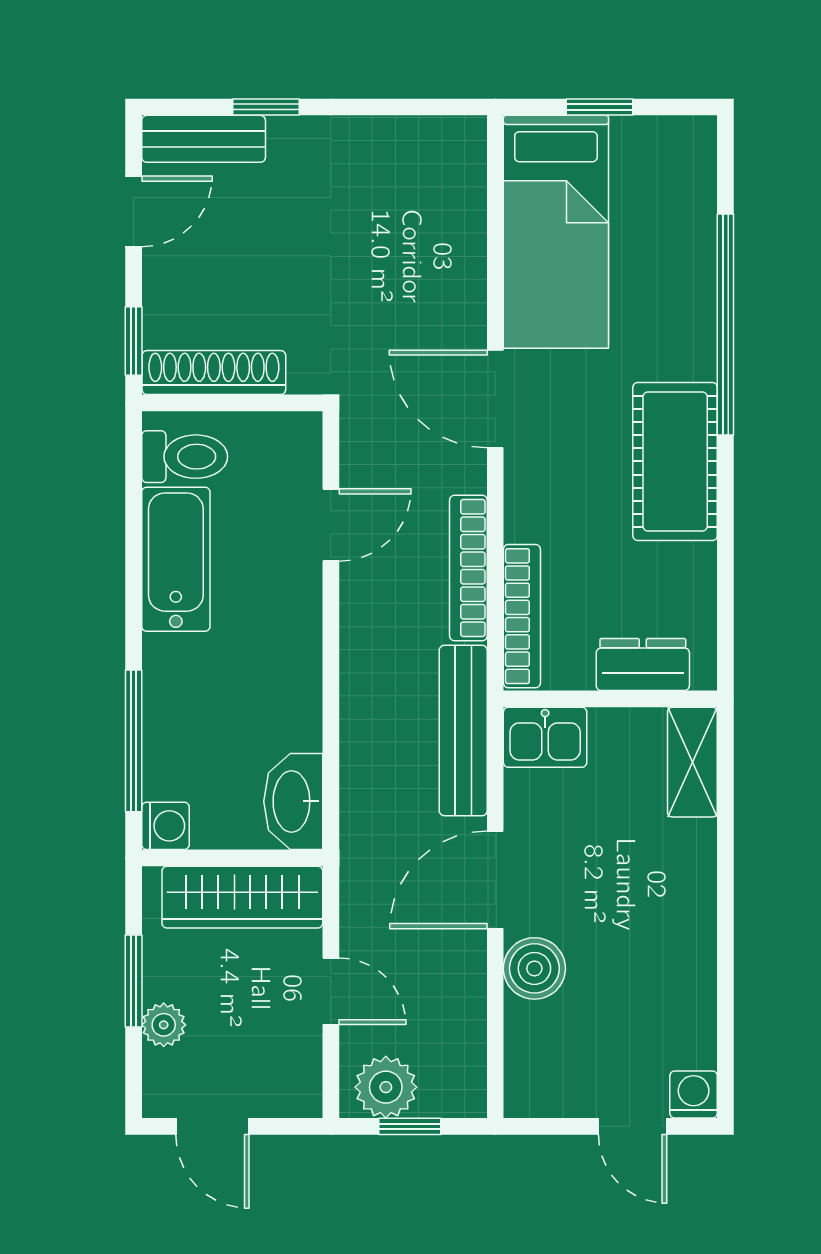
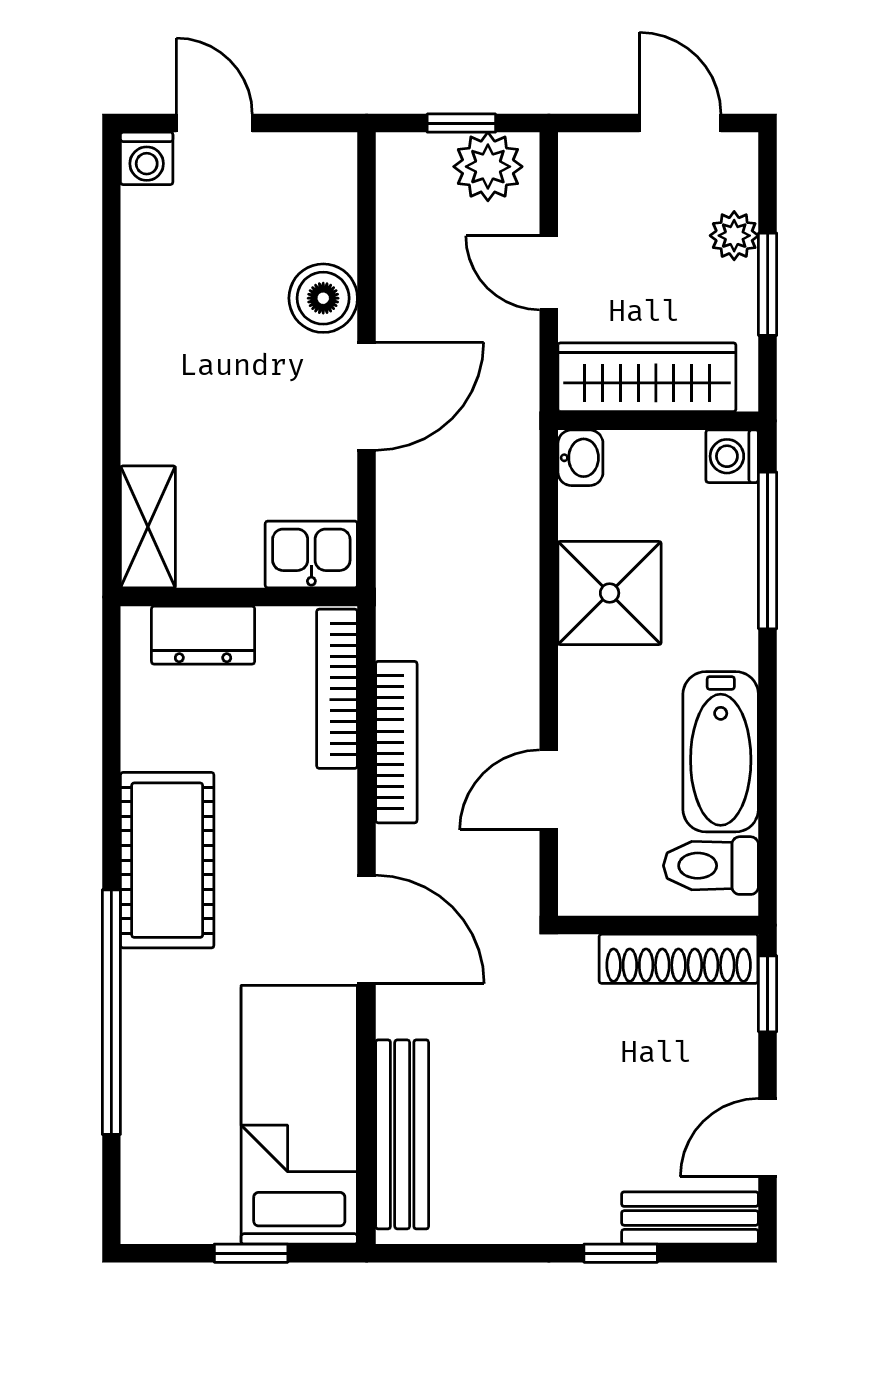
shower: (276, 702) -> (610, 593), added
bench: (463, 730) -> (402, 1134), moved
washbasin: (293, 801) -> (580, 458), width x0.52, depth x0.69

